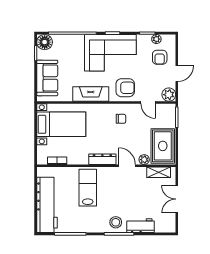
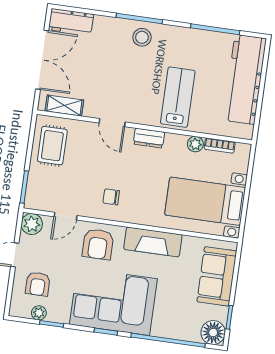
armchair: (160, 57) -> (38, 284), turned 180
armchair: (125, 88) -> (98, 244), turned -90
door: (148, 103) -> (65, 216), swing flipped
rug: (163, 146) -> (52, 146), width x0.73, depth x0.70
dresser: (102, 159) -> (149, 138), width x0.70
plant: (144, 160) -> (195, 144), moved
lab bench: (88, 188) -> (178, 97), turned 180
double door: (177, 199) -> (42, 60), width x1.37
workbench: (140, 226) -> (71, 22), moved

